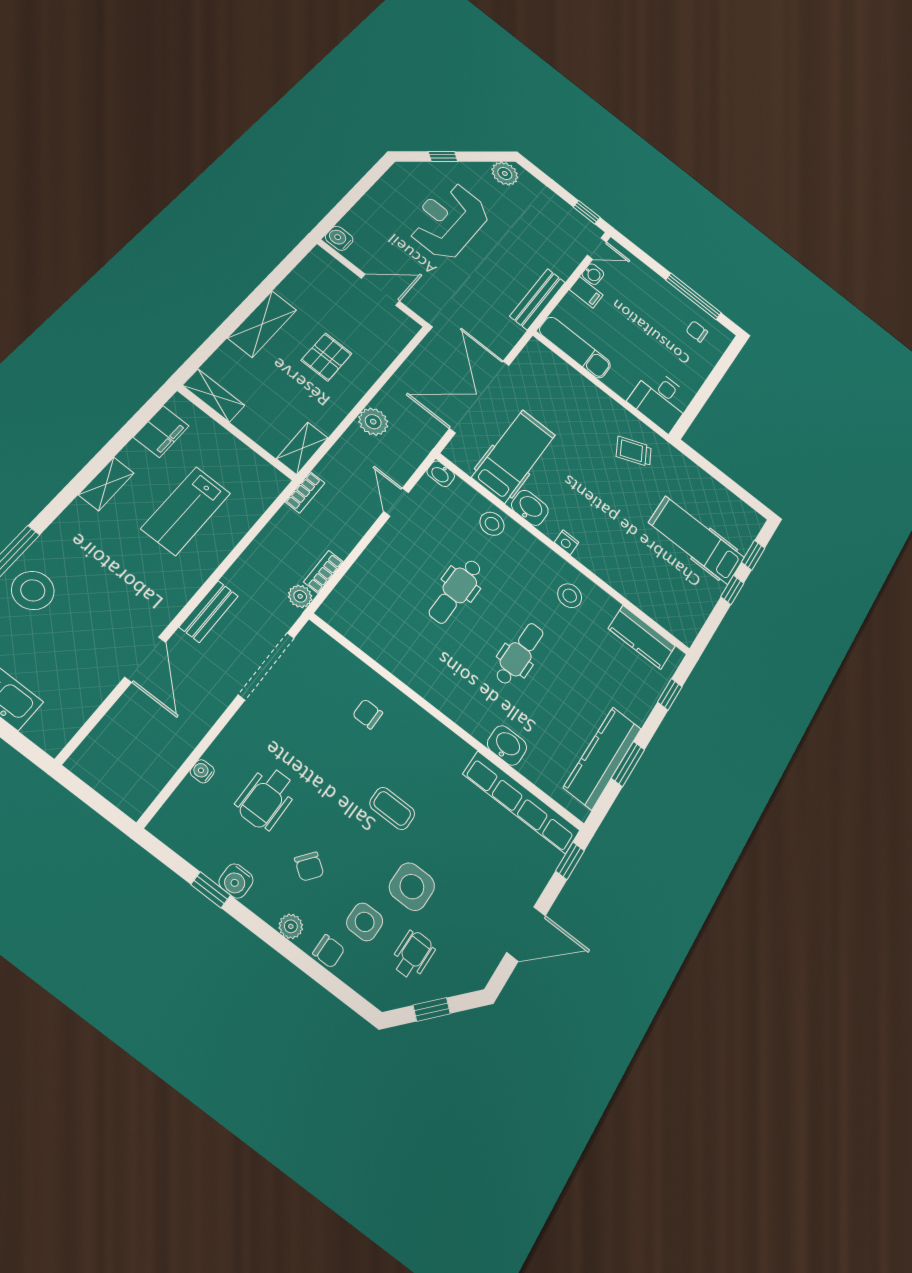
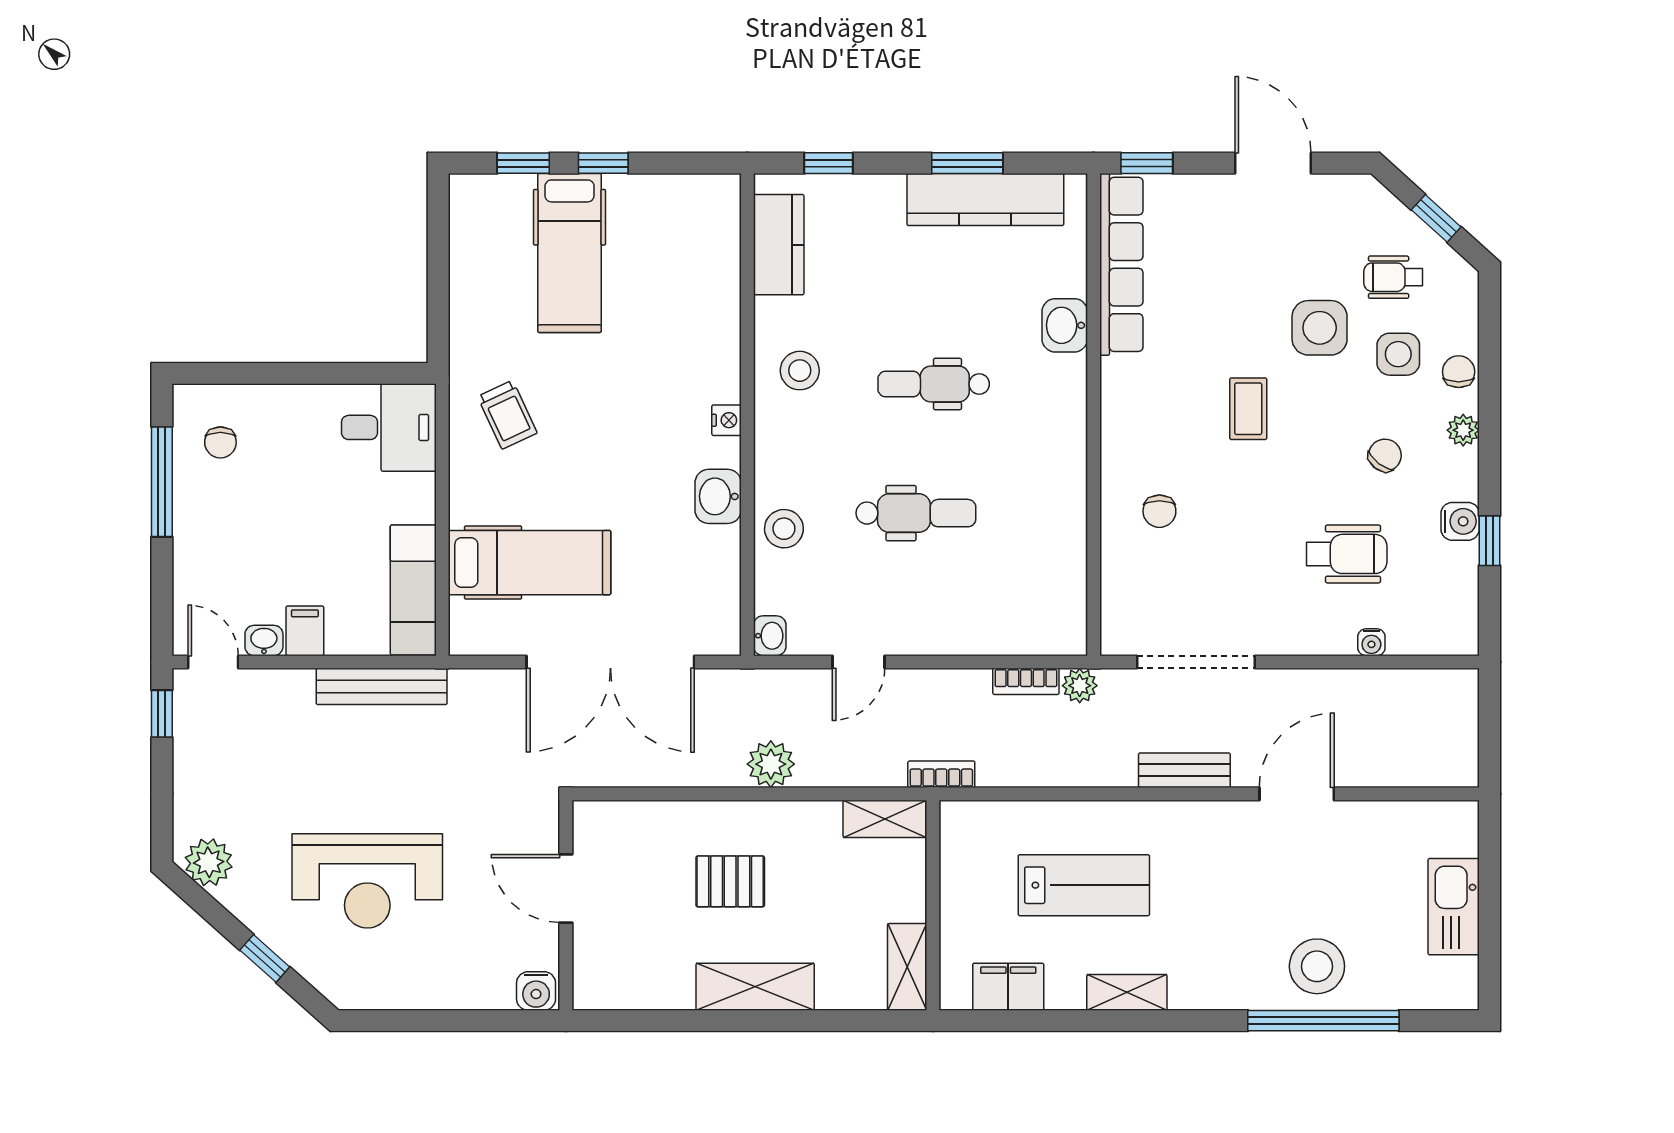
hospital bed: (514, 456) -> (530, 563), moved, turned 180

